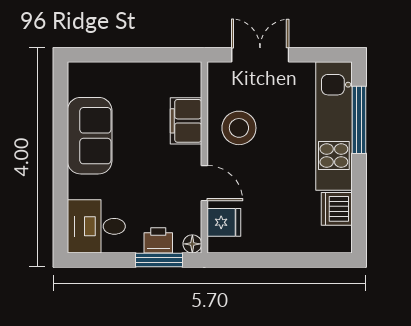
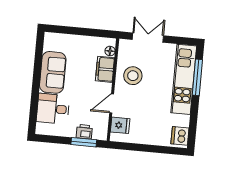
door: (204, 183) -> (112, 103), swing flipped
dishwasher: (337, 209) -> (180, 136), moved
desk: (96, 226) -> (53, 109), moved
floor lamp: (192, 244) -> (110, 51), moved

